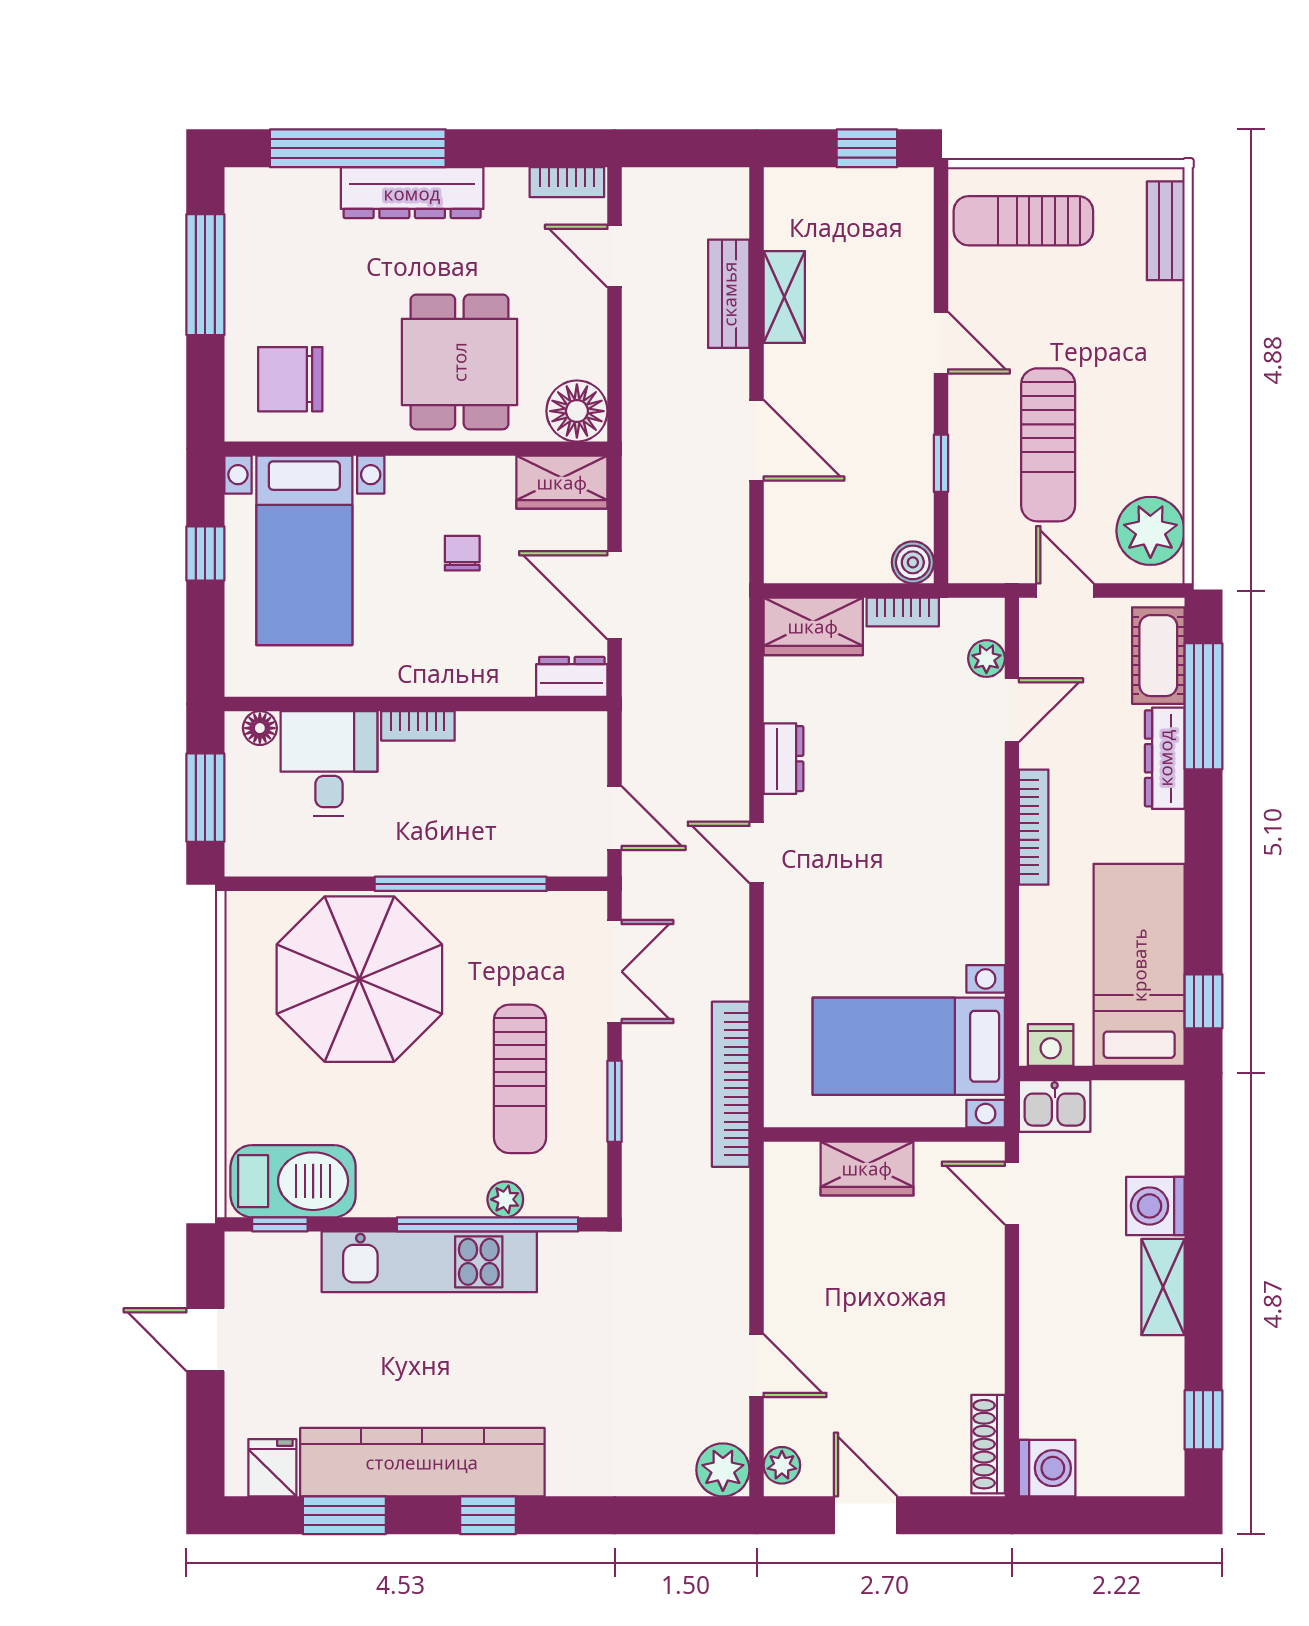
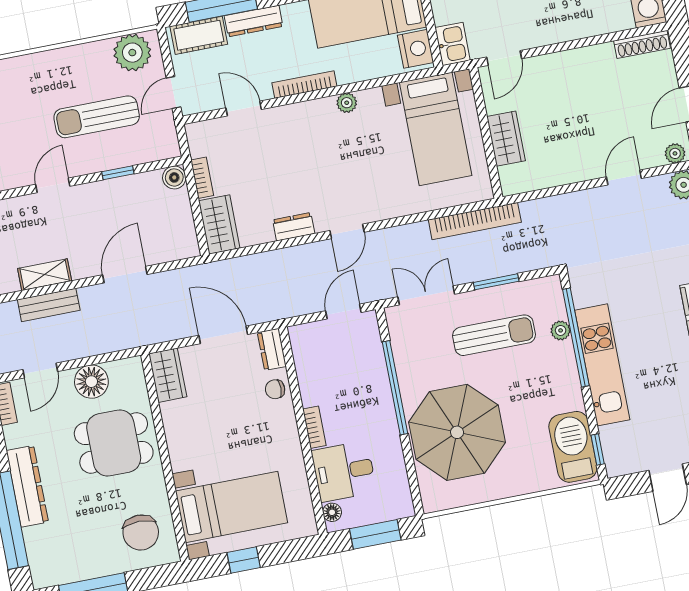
floor lamp: (577, 411) -> (91, 382), moved
sun lounger: (1048, 445) -> (97, 117), turned 180
chair: (462, 553) -> (275, 389), moved
door: (615, 595) -> (223, 335), swing flipped
plant: (986, 659) -> (347, 103), moved
nightstand: (1051, 1045) -> (416, 49), width x1.36, depth x1.33

